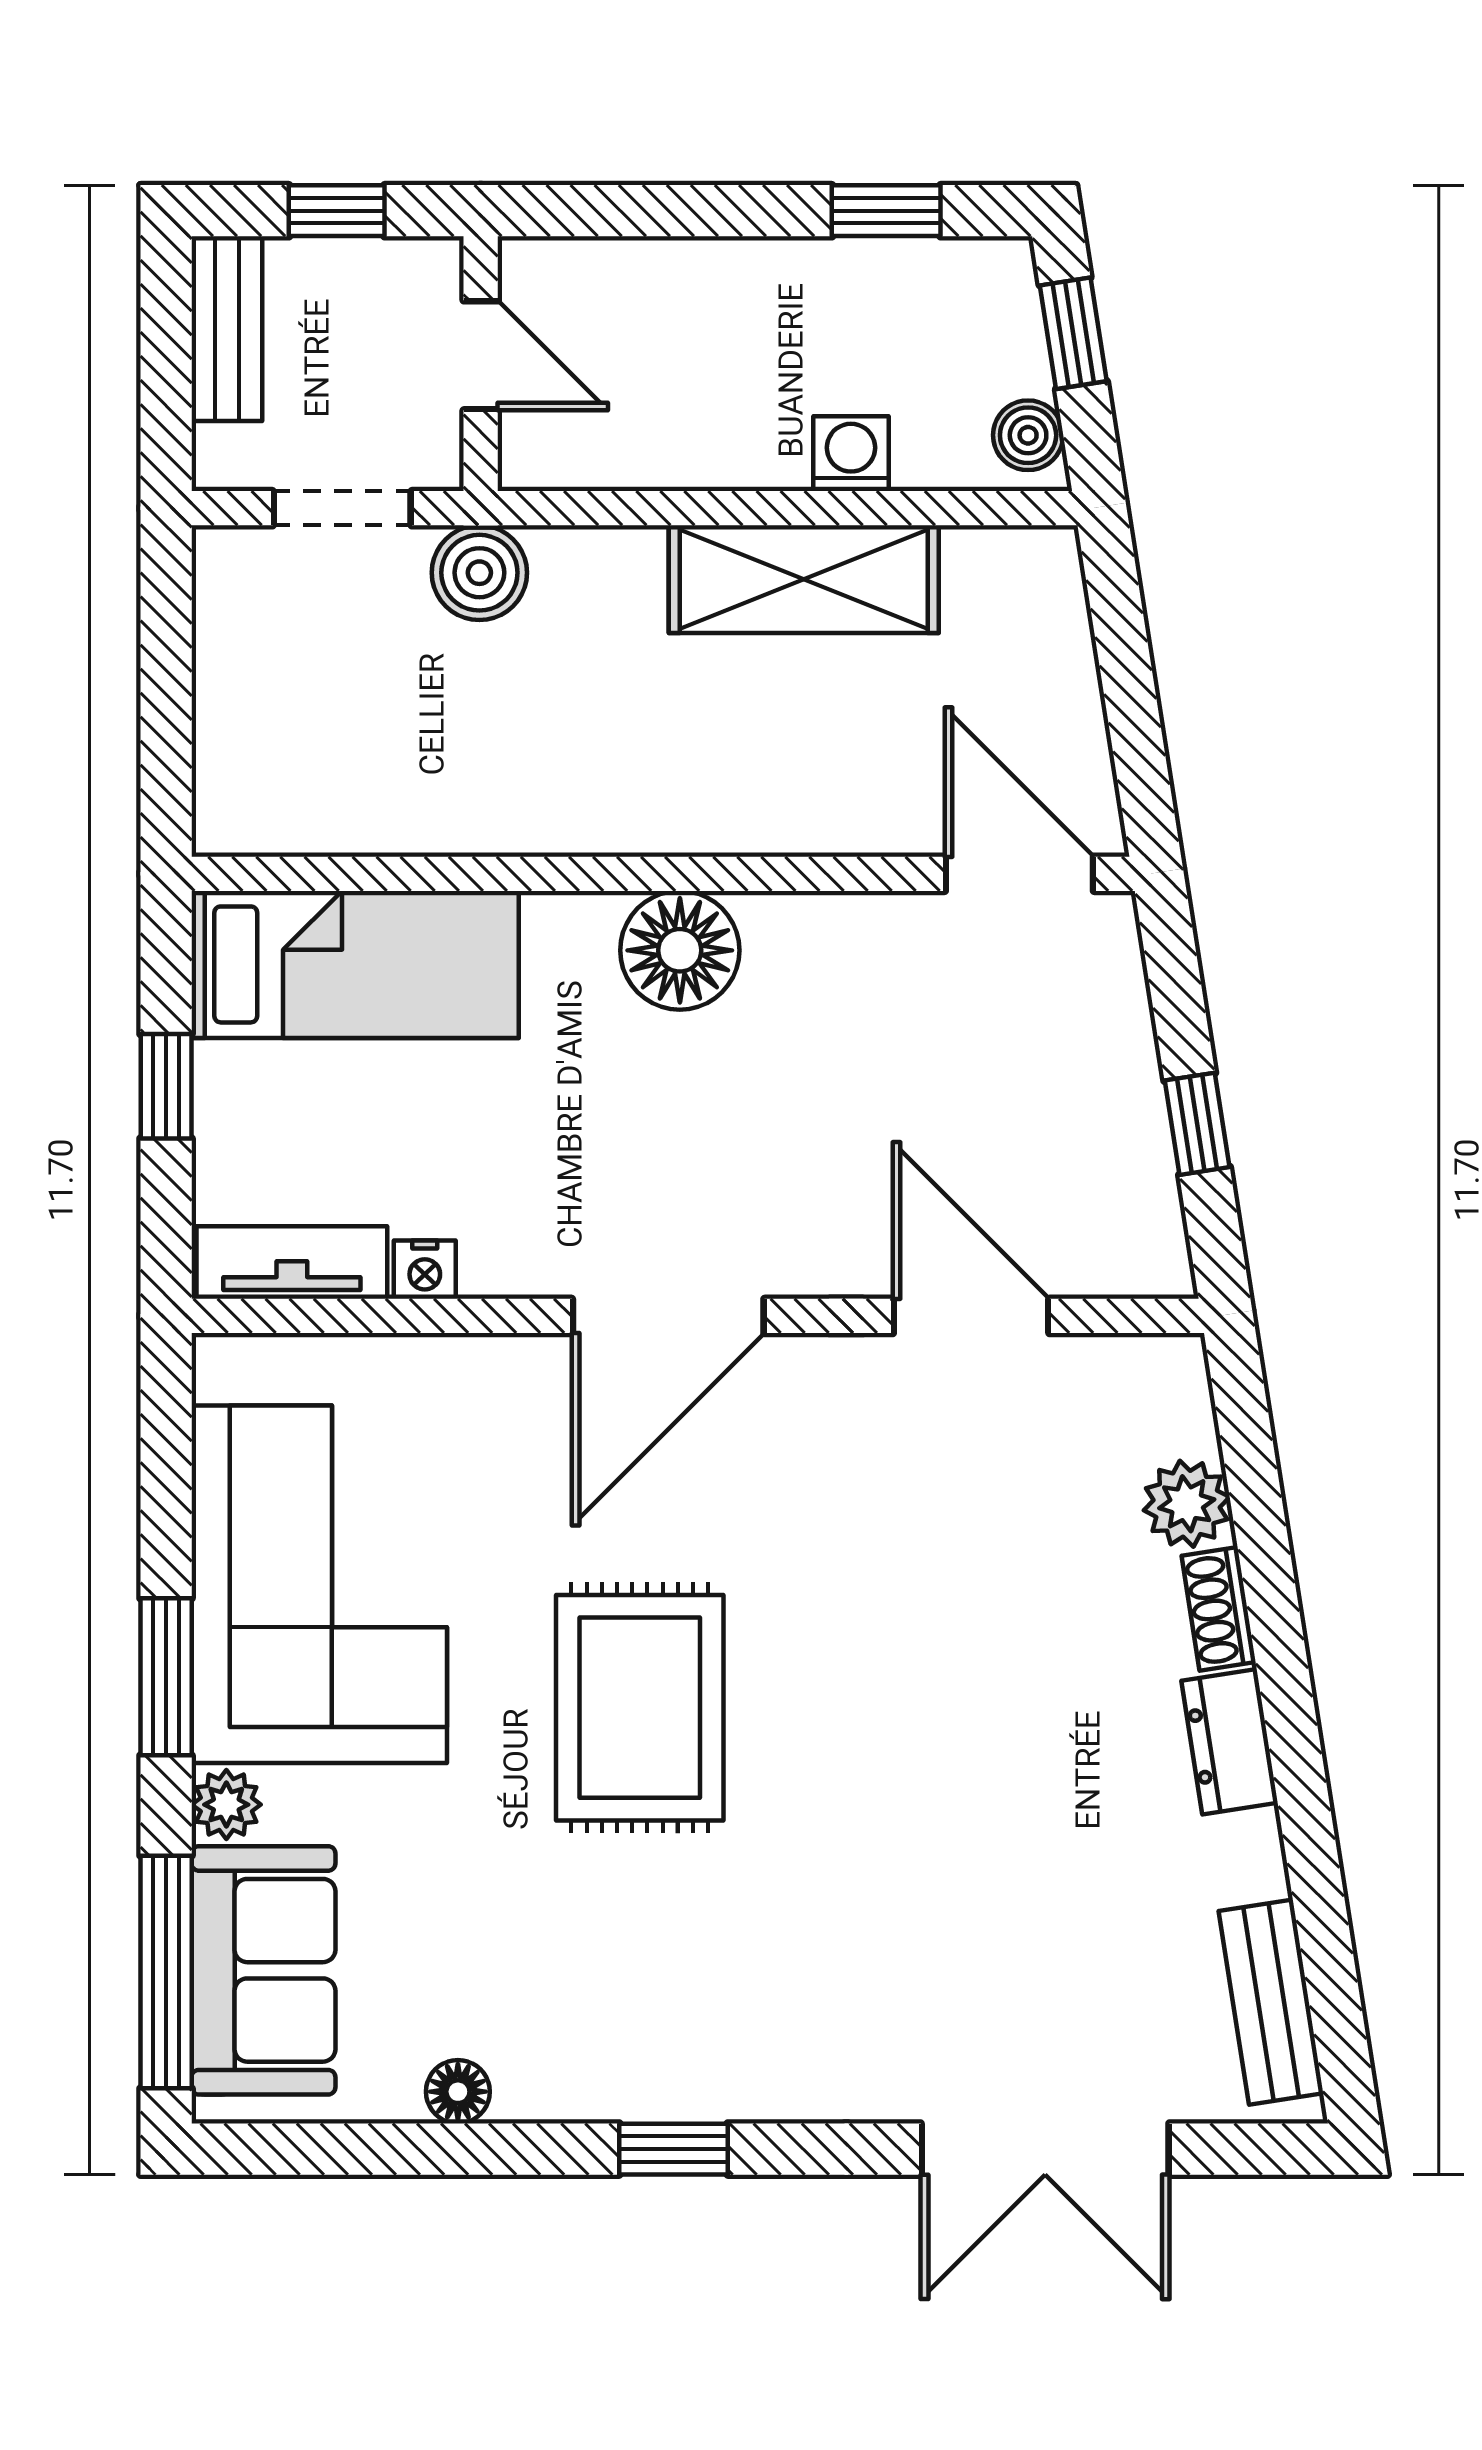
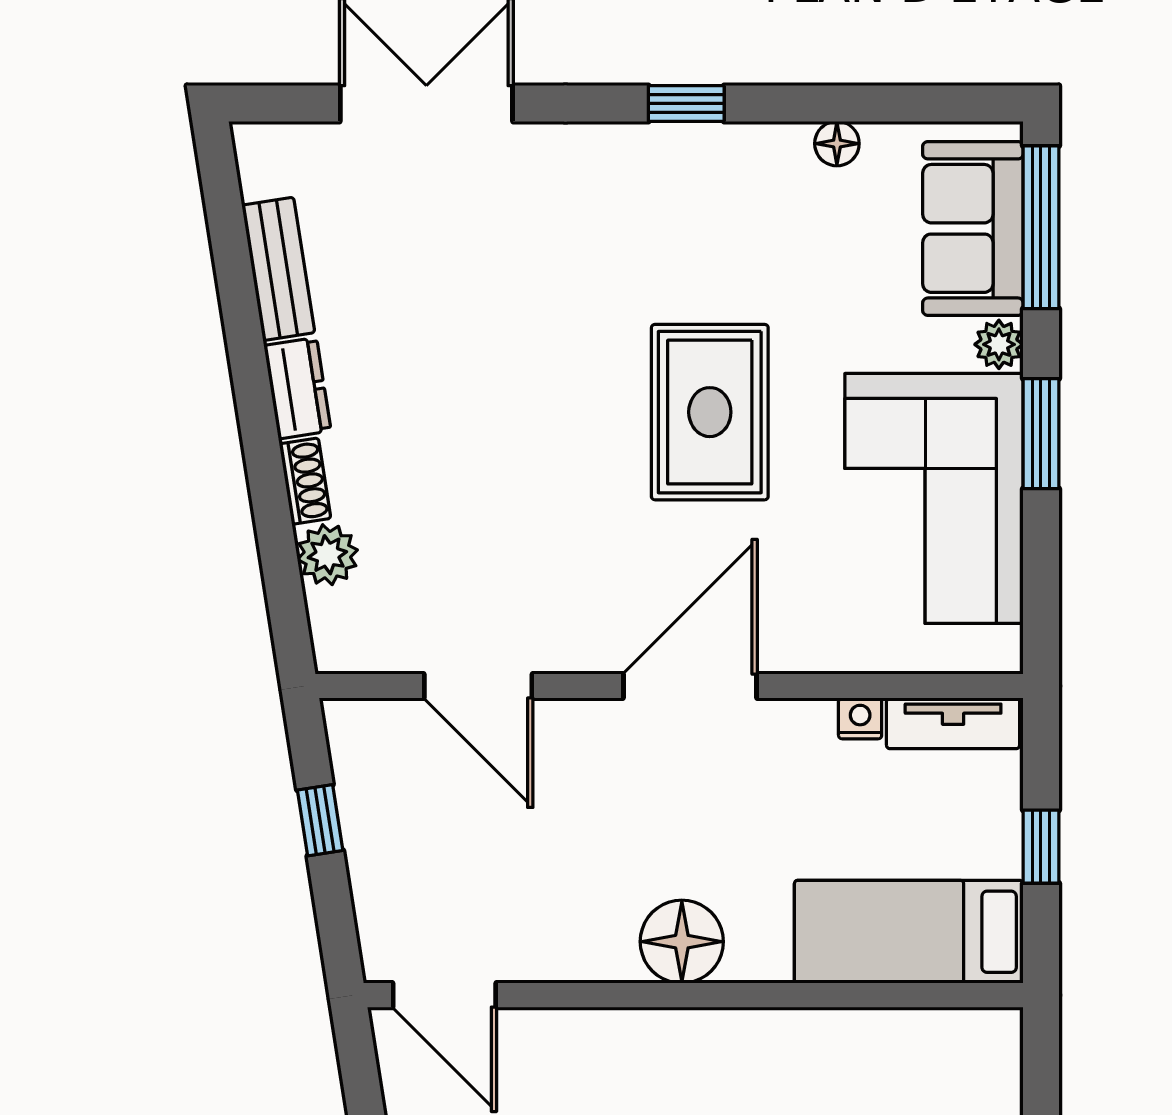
bench: (1271, 2002) -> (278, 269), moved

